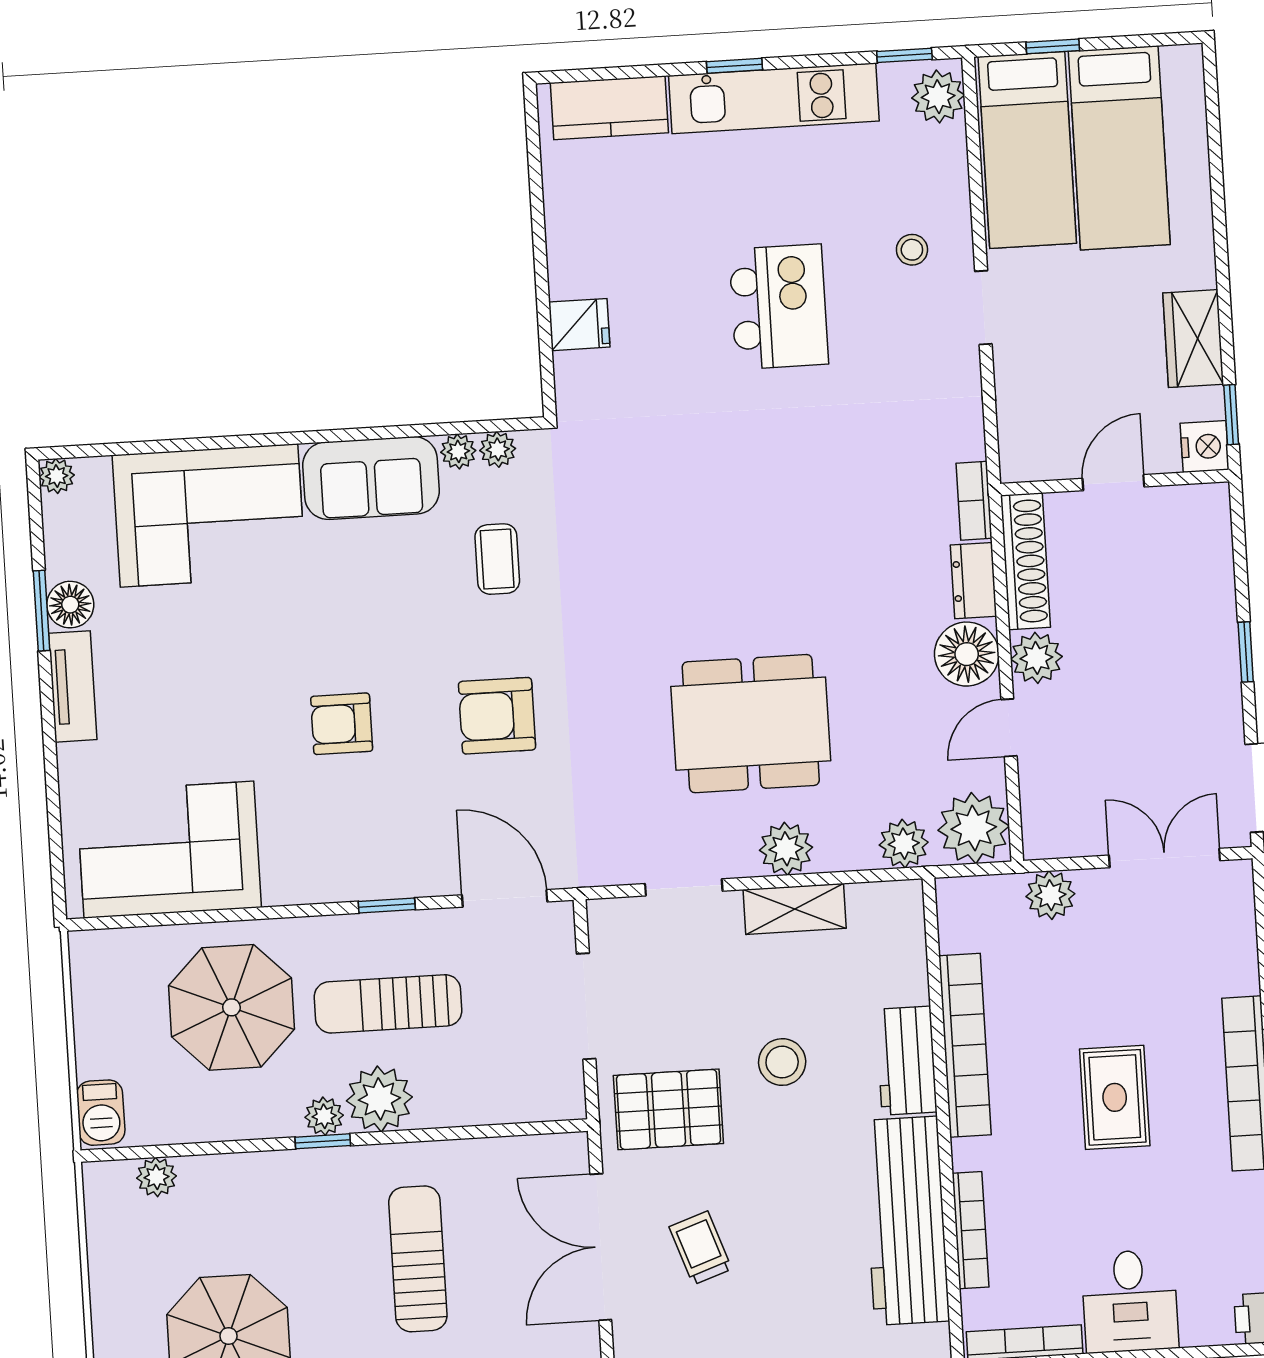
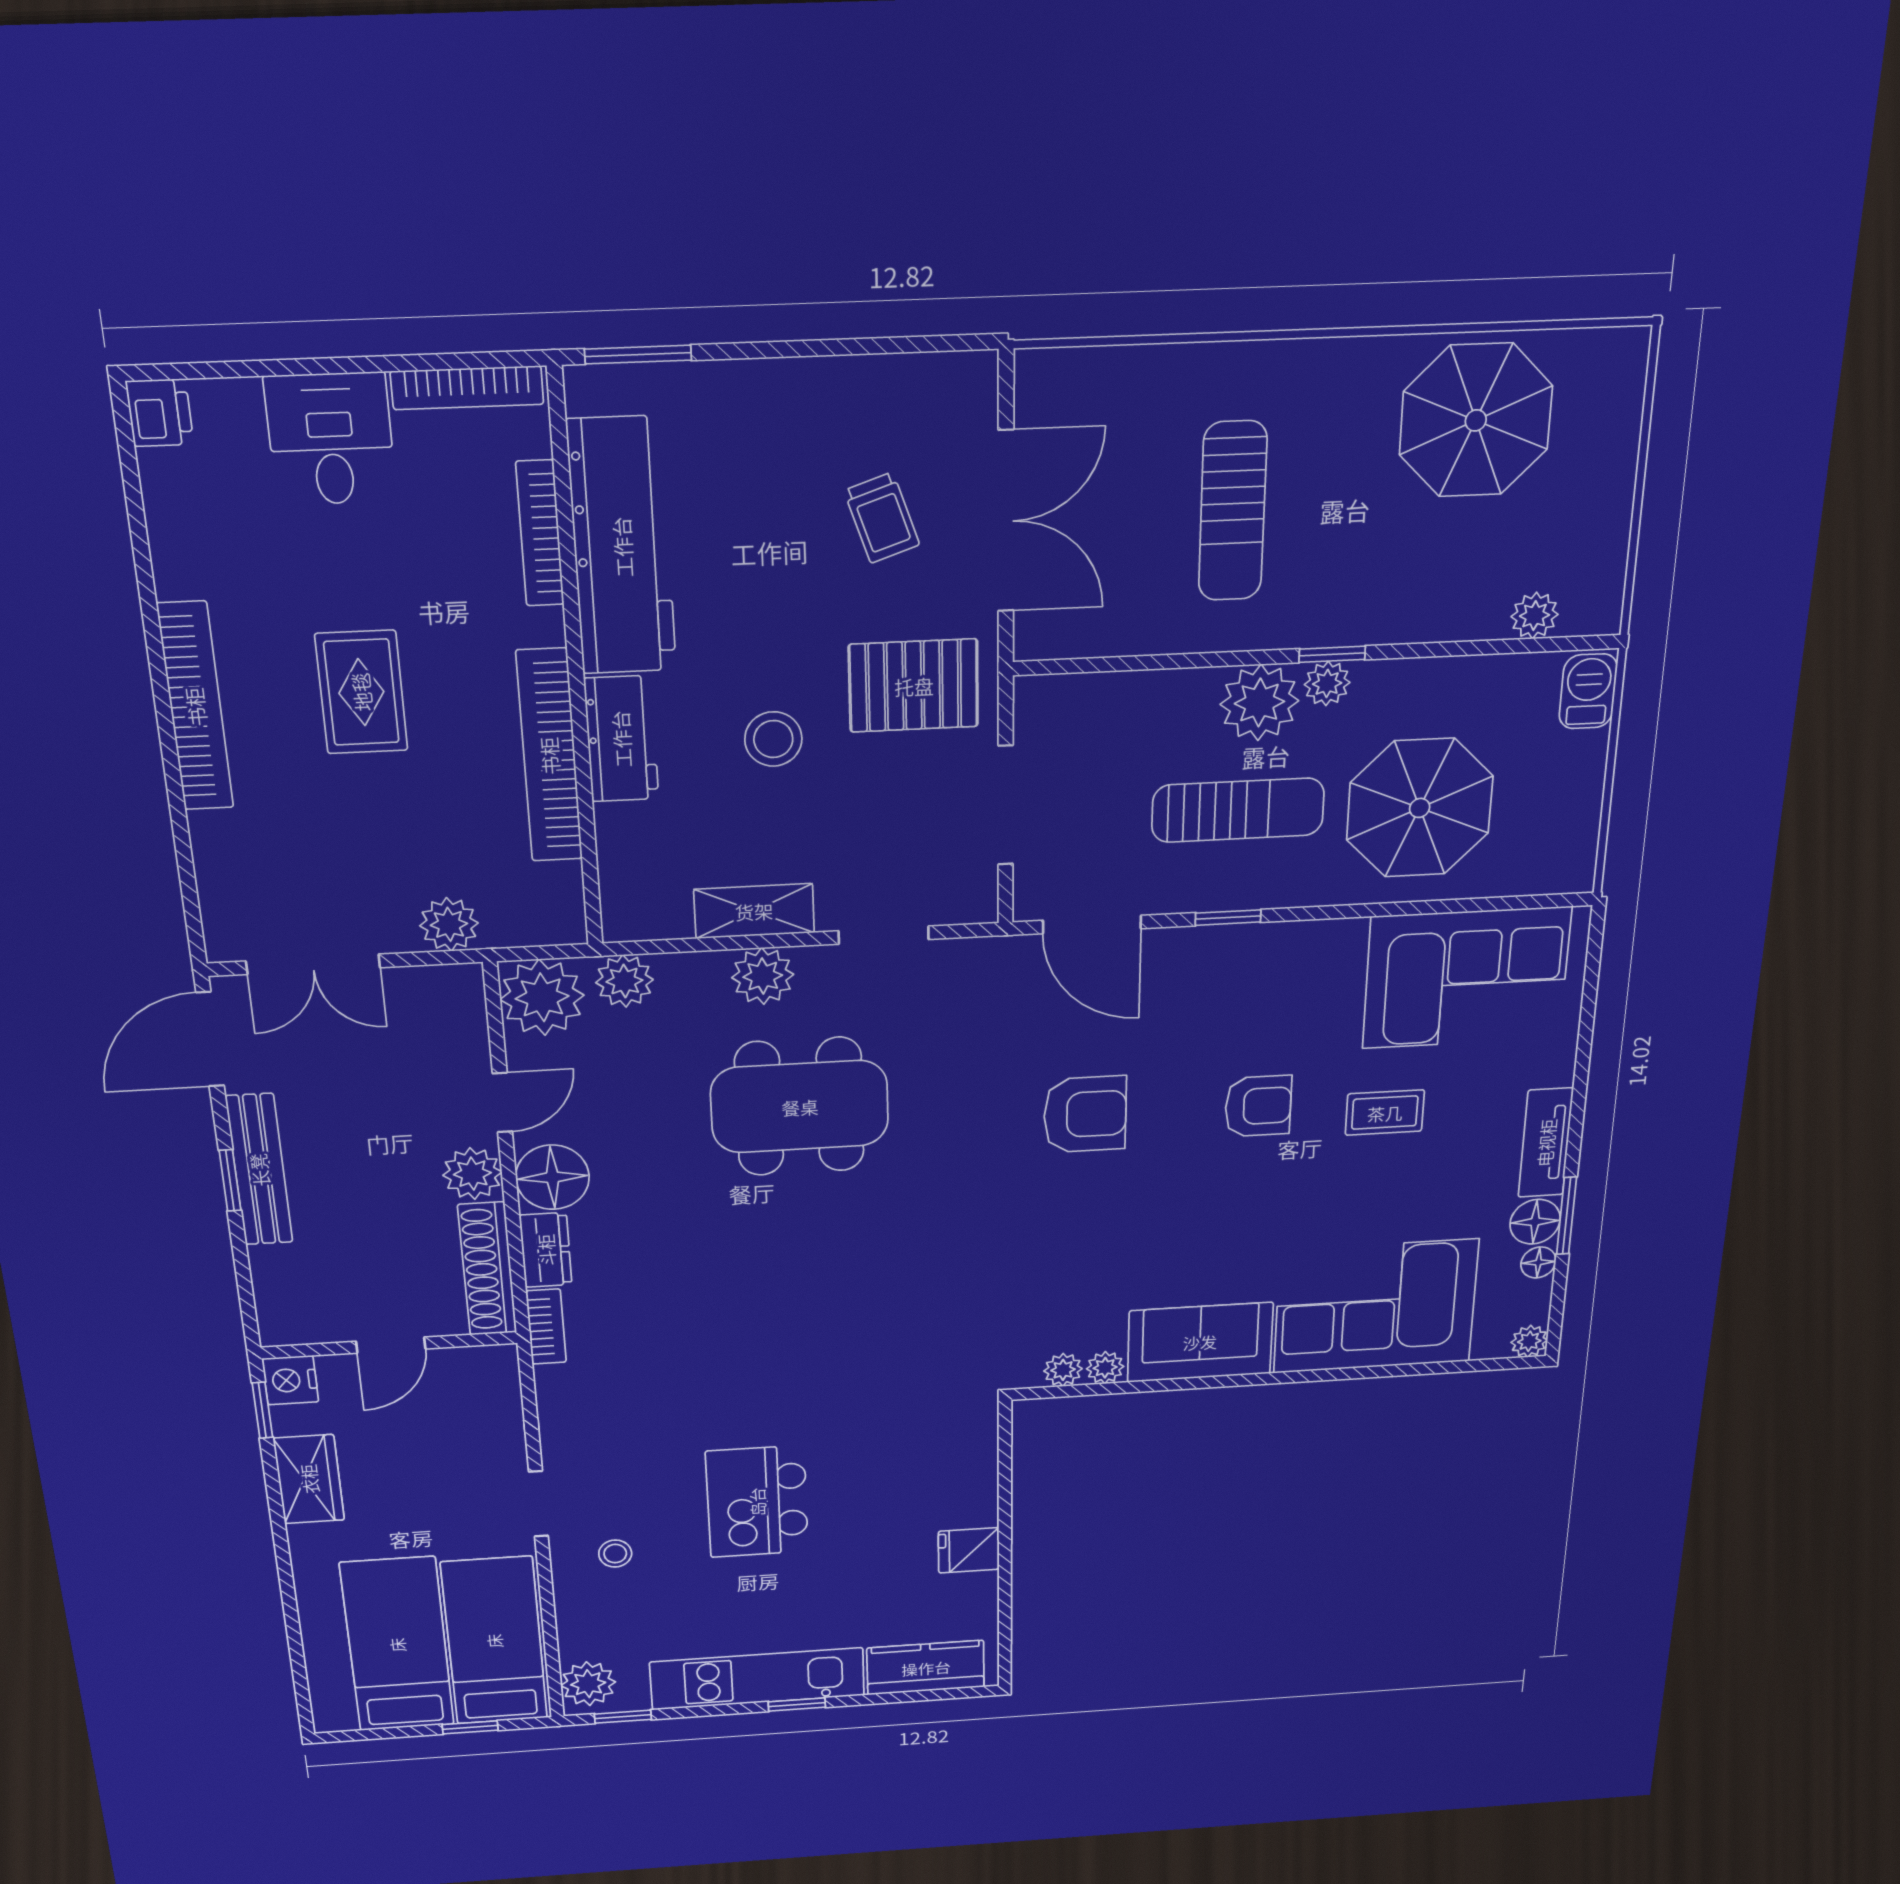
fridge: (579, 325) -> (969, 1550), moved
coffee table: (497, 559) -> (1385, 1113), moved, turned 90
floor lamp: (61, 561) -> (1538, 1262), added
bench: (1220, 662) -> (259, 1170), added

